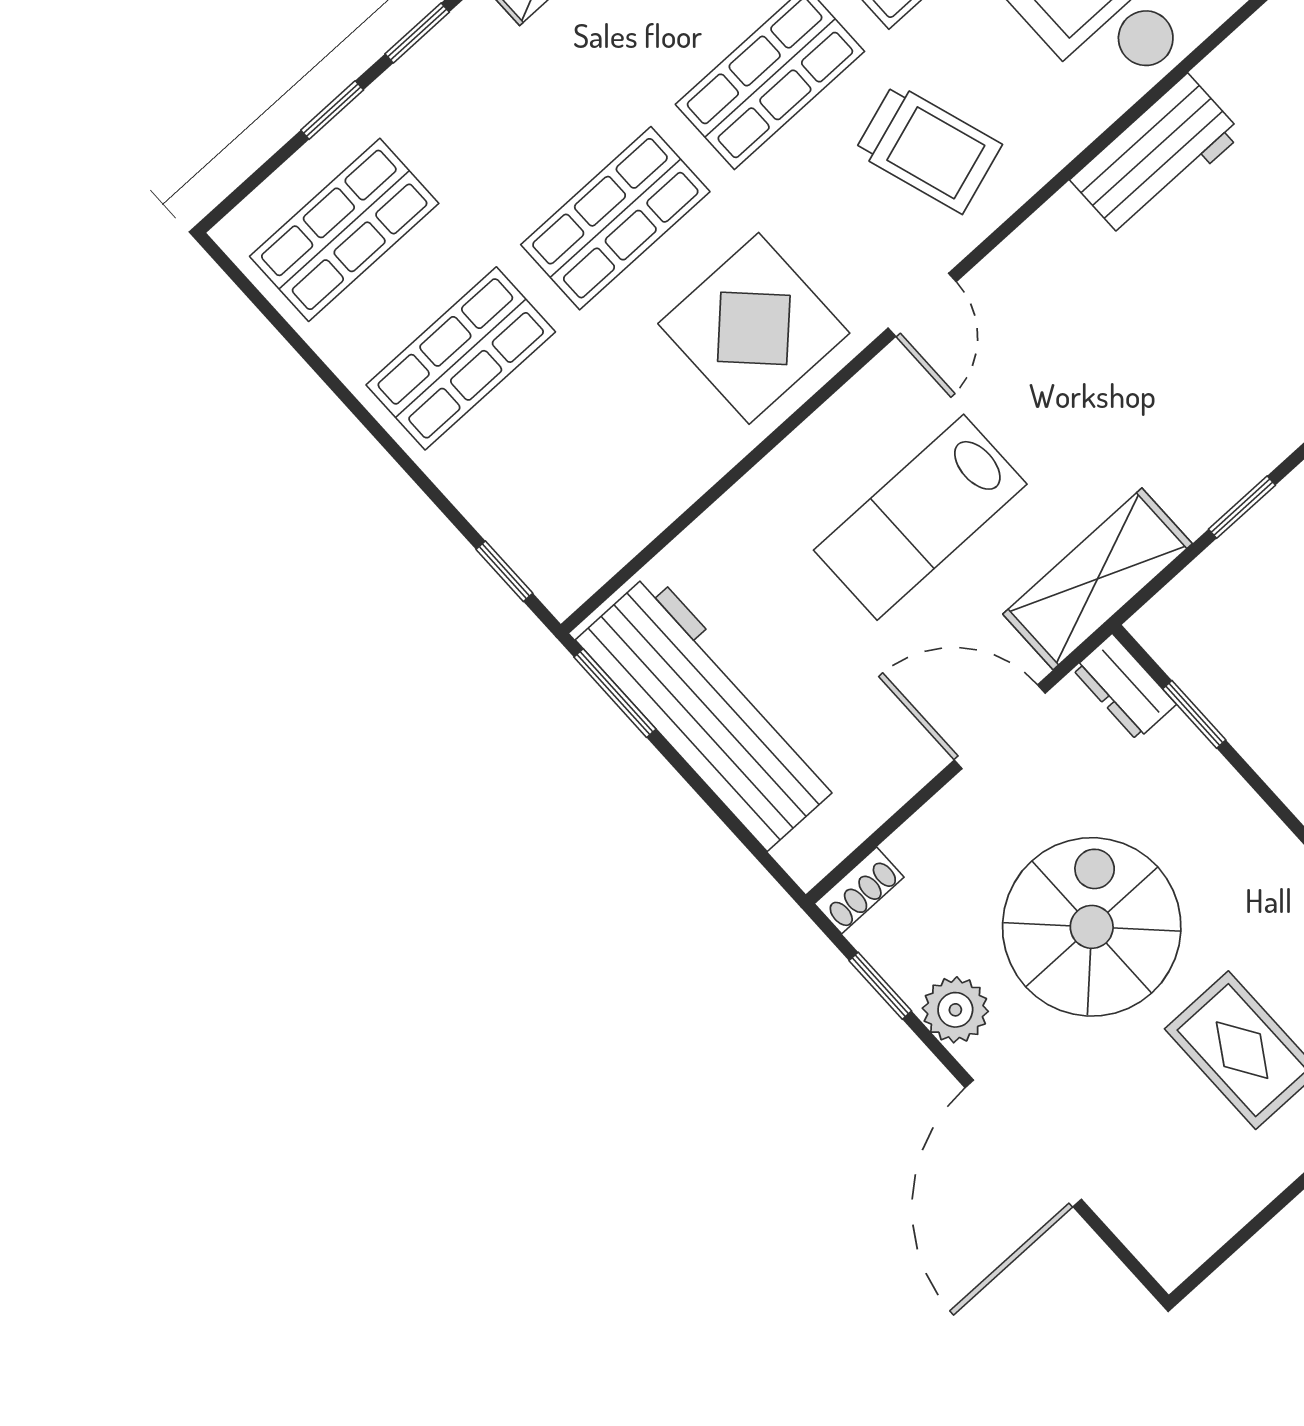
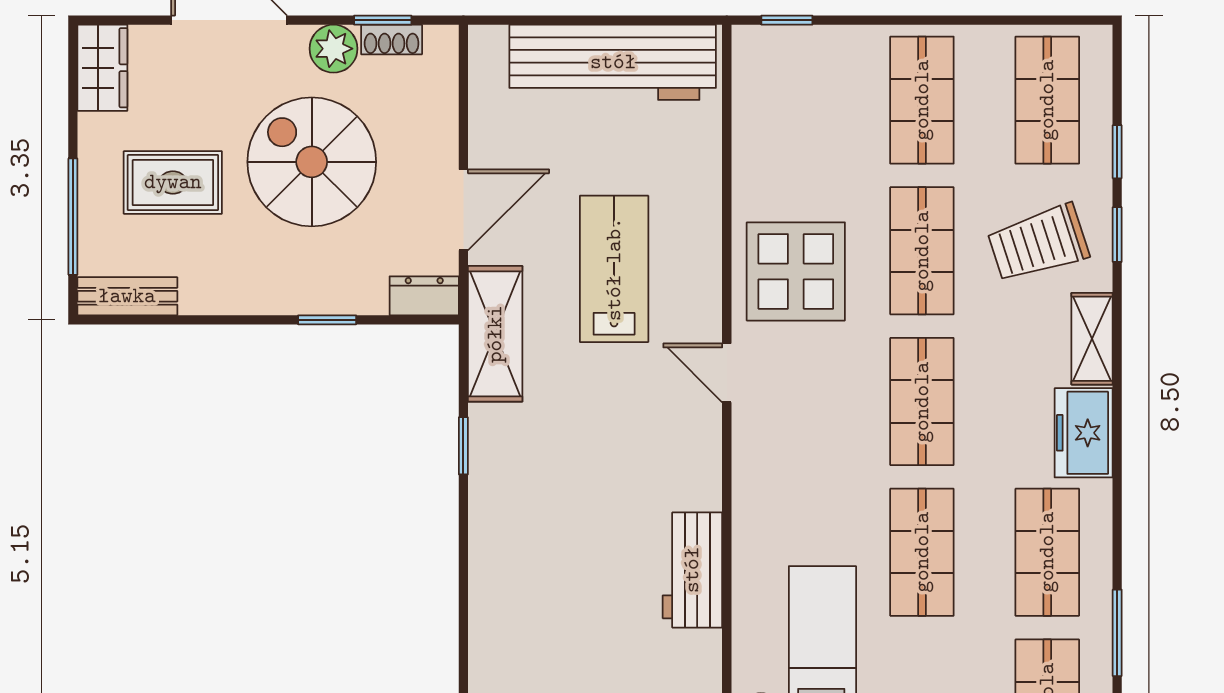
trolley: (928, 148) -> (1038, 243), moved
window: (615, 693) -> (668, 20), removed
window: (1194, 714) -> (327, 320), moved
shoe rack: (859, 890) -> (392, 40), moved, turned -90
spiral stairs: (1092, 927) -> (312, 162), turned 180
wardrobe: (1190, 1229) -> (102, 68), added

